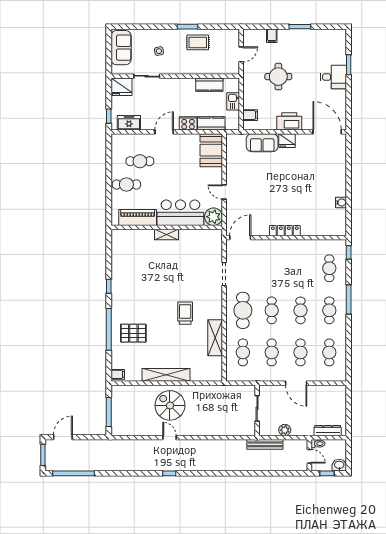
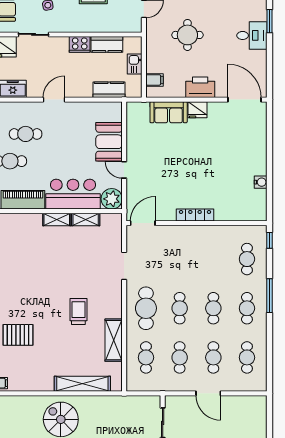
cooker: (188, 123) -> (80, 44), moved, turned 180
booth: (211, 150) -> (109, 142), moved
shelving: (191, 234) -> (86, 220), added
shelving: (166, 375) -> (82, 384), moved

